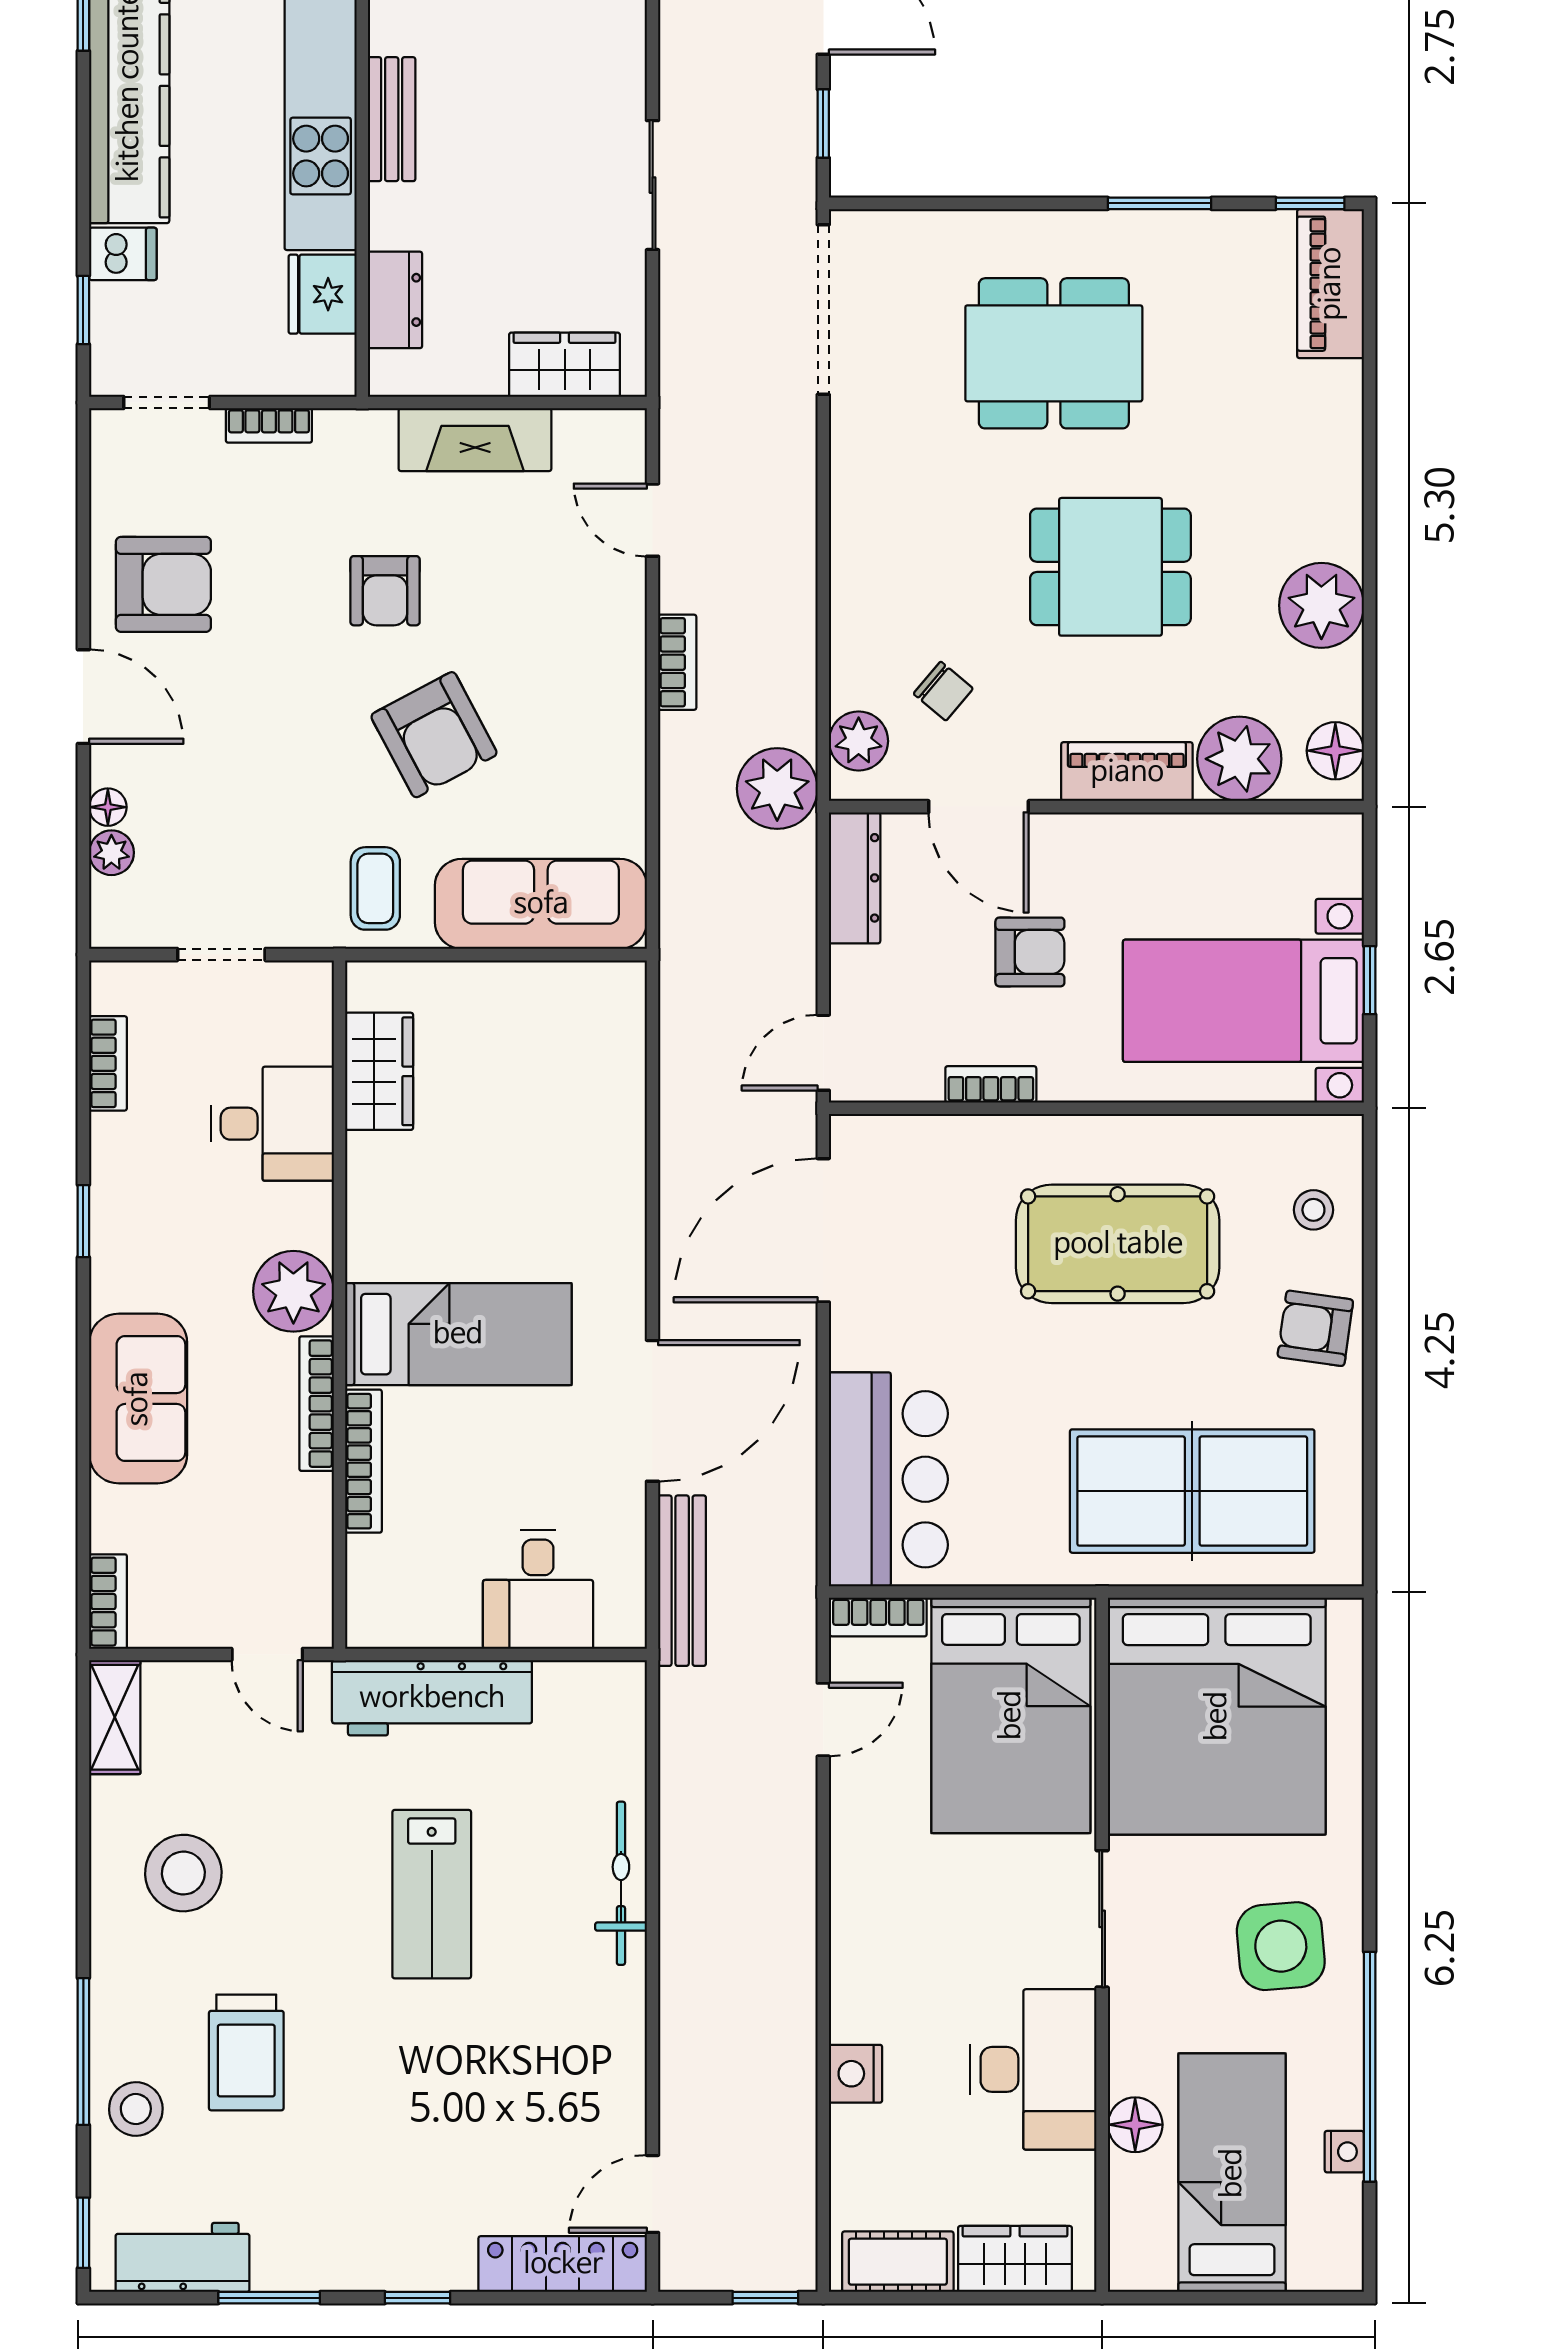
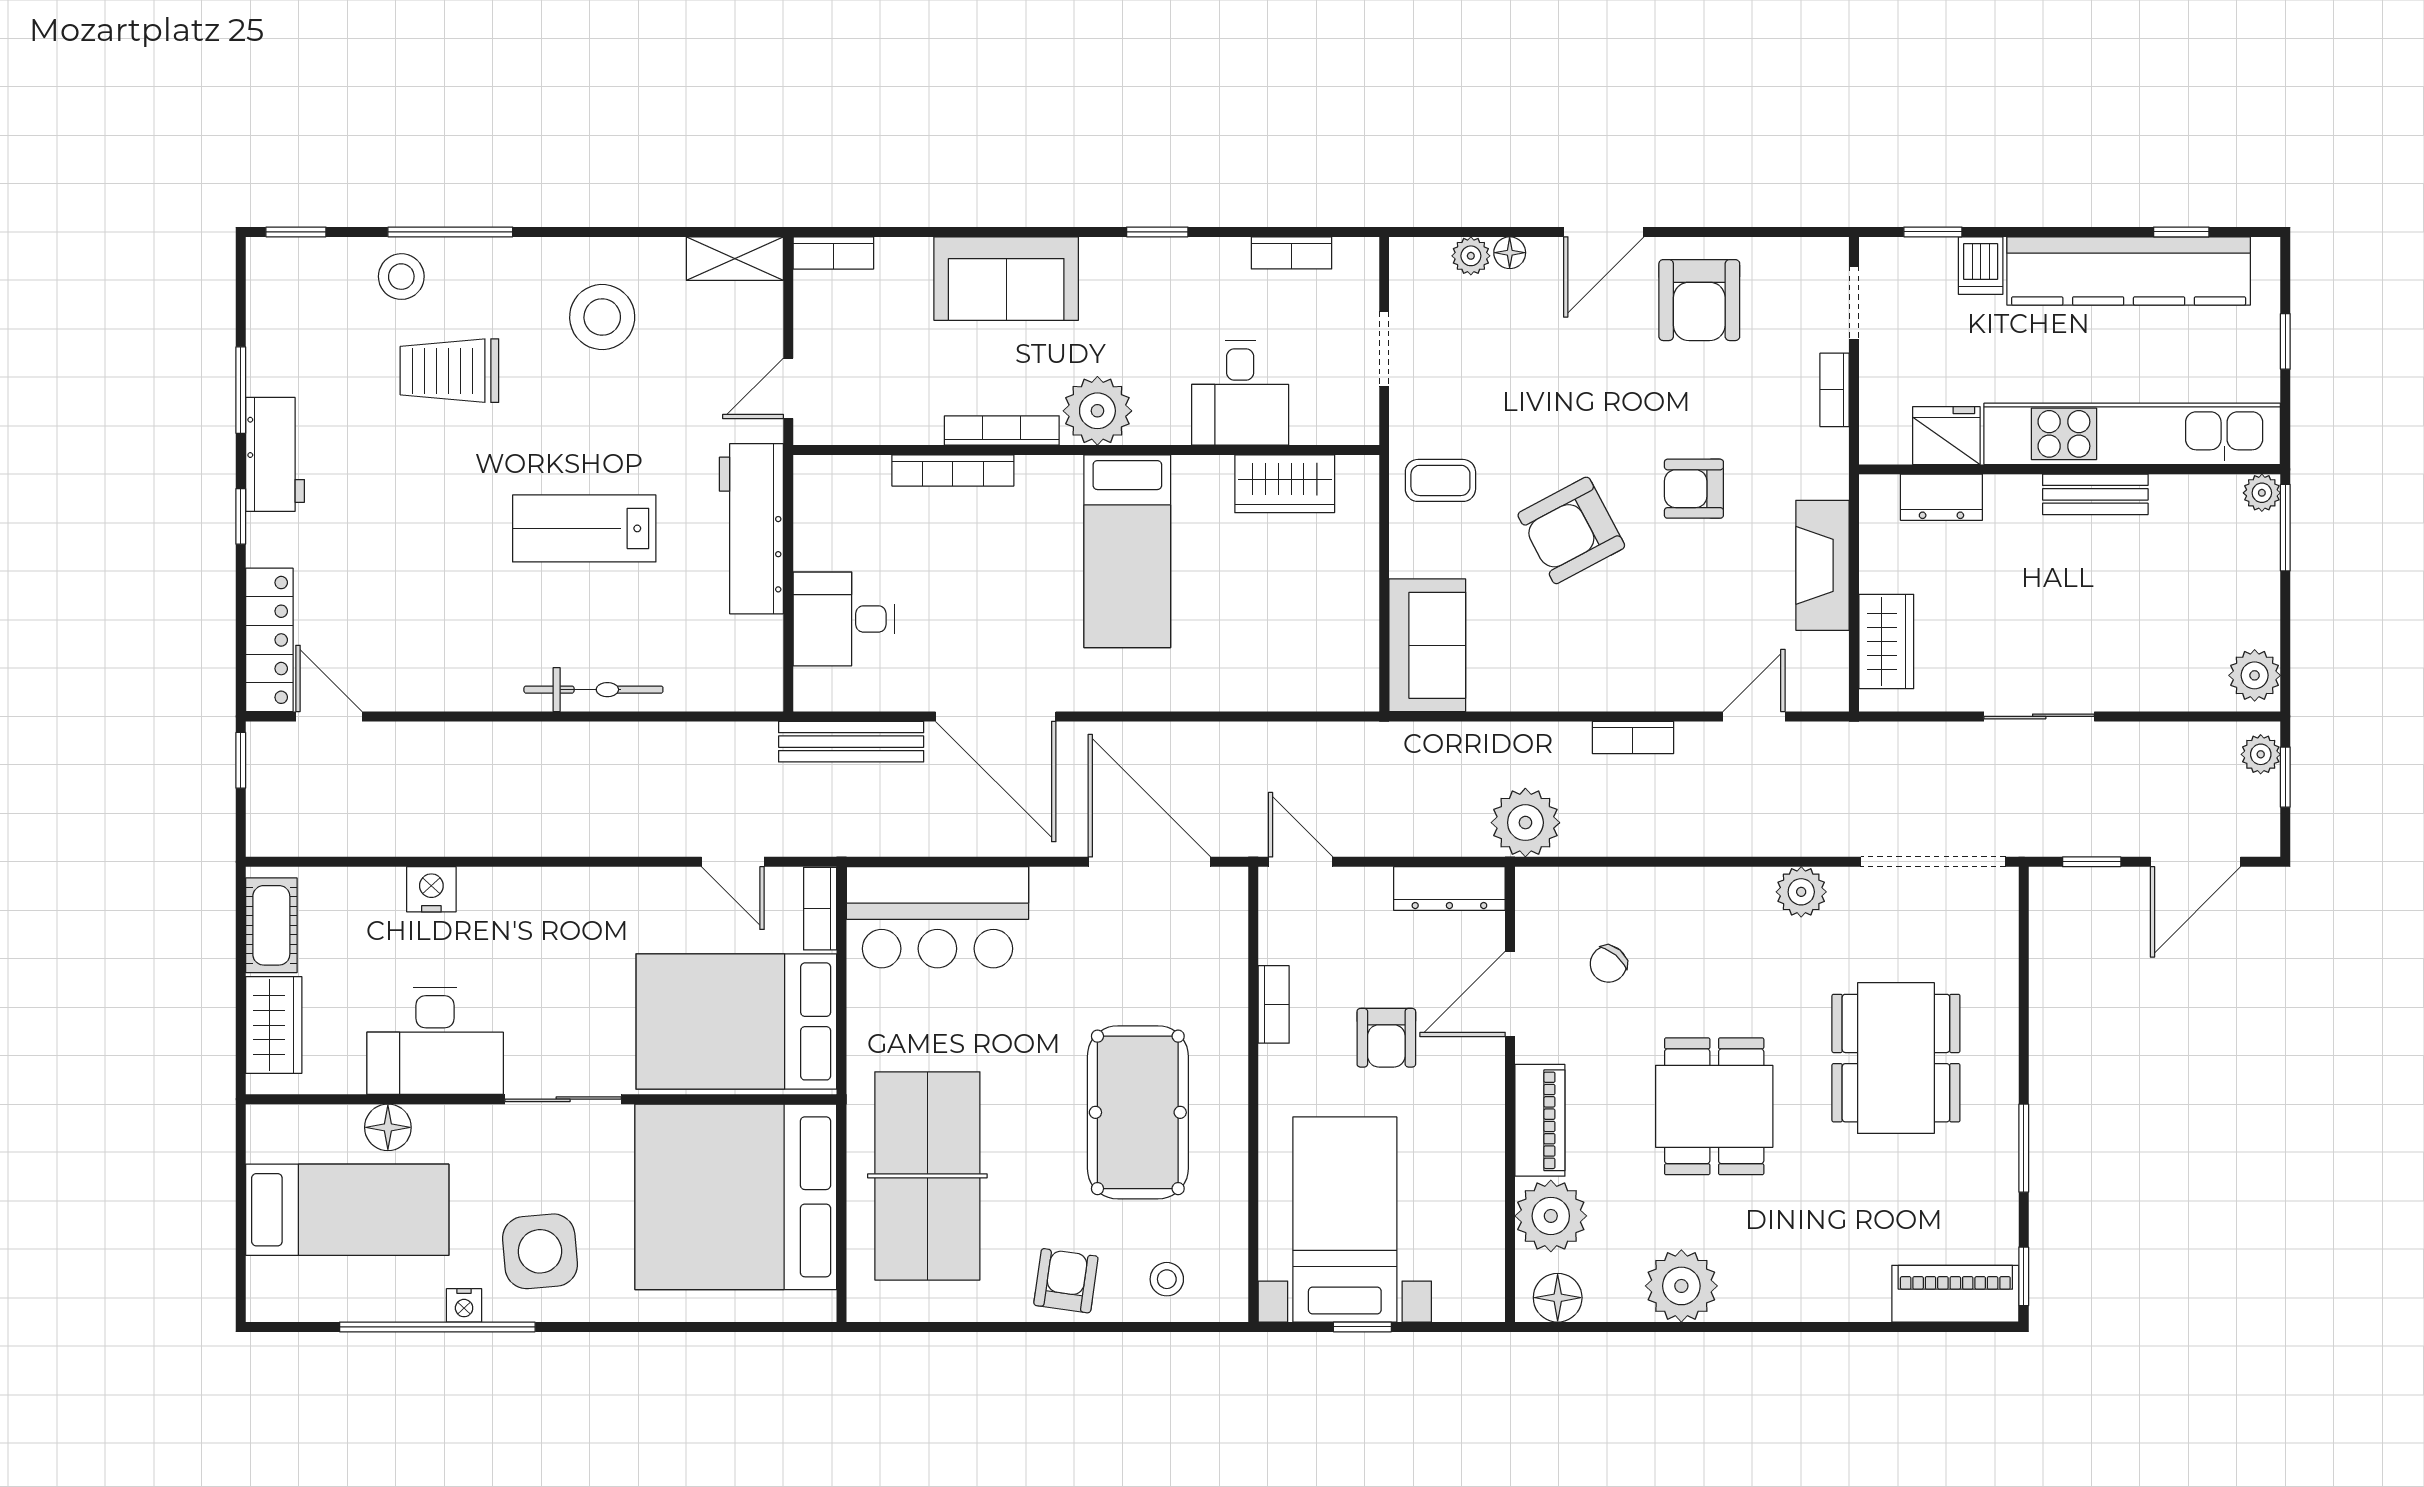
plant: (859, 741) -> (1801, 892), moved
sofa: (541, 904) -> (1427, 645), width x0.73
bed: (458, 1334) -> (1127, 551), moved
nightstand: (1344, 2152) -> (464, 1305), moved
workbench: (182, 2257) -> (275, 454), moved
window: (765, 2298) -> (241, 760), moved

